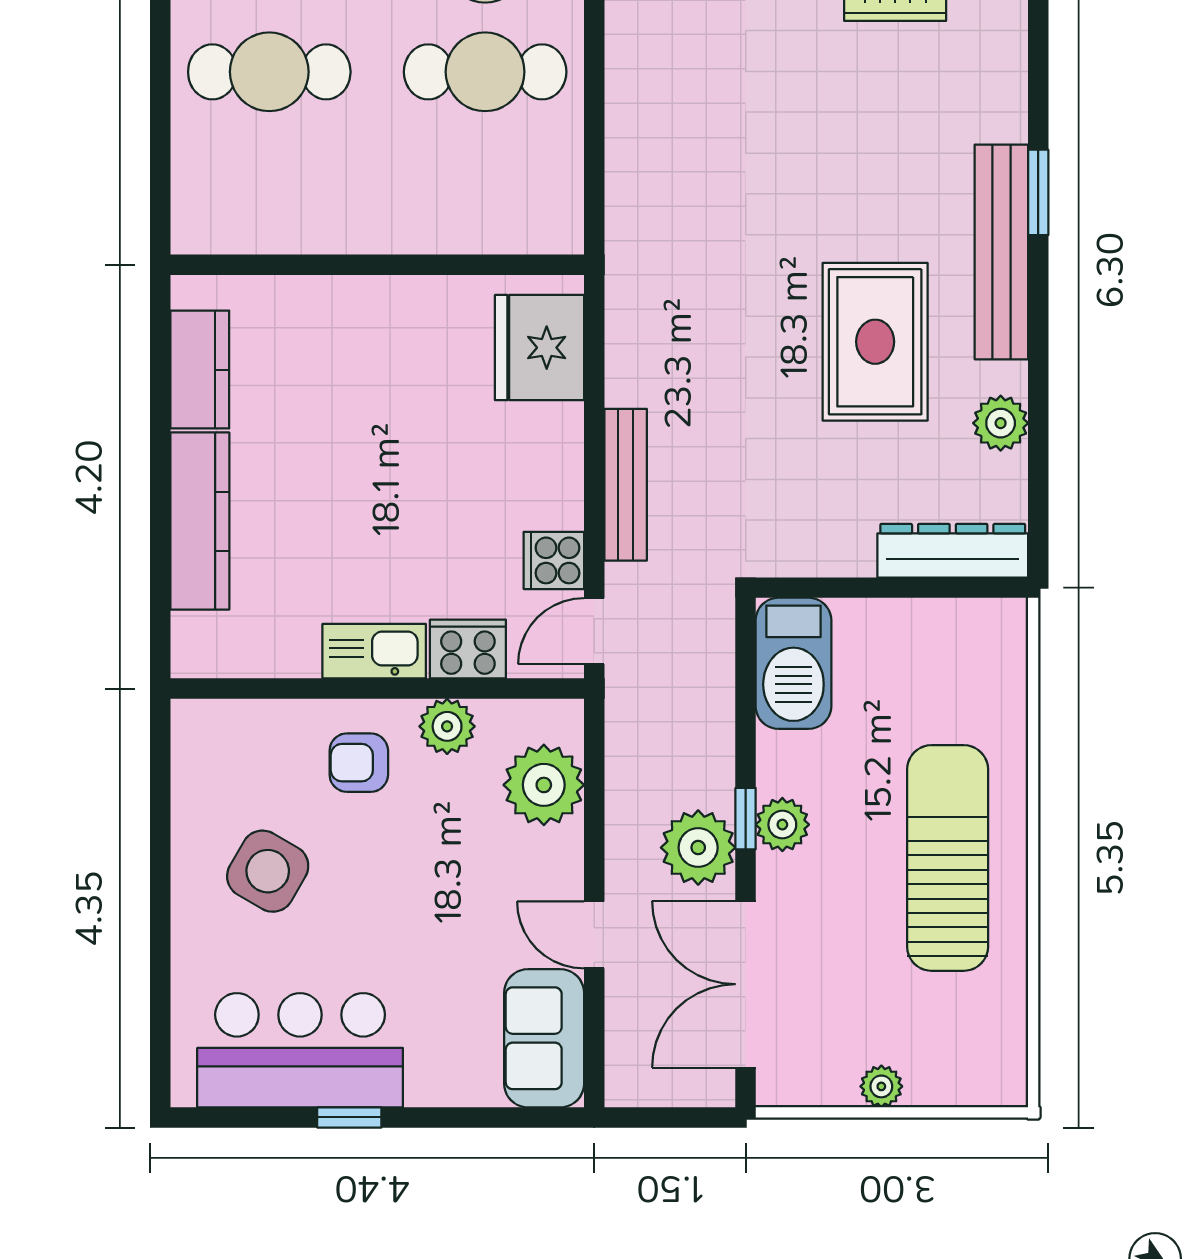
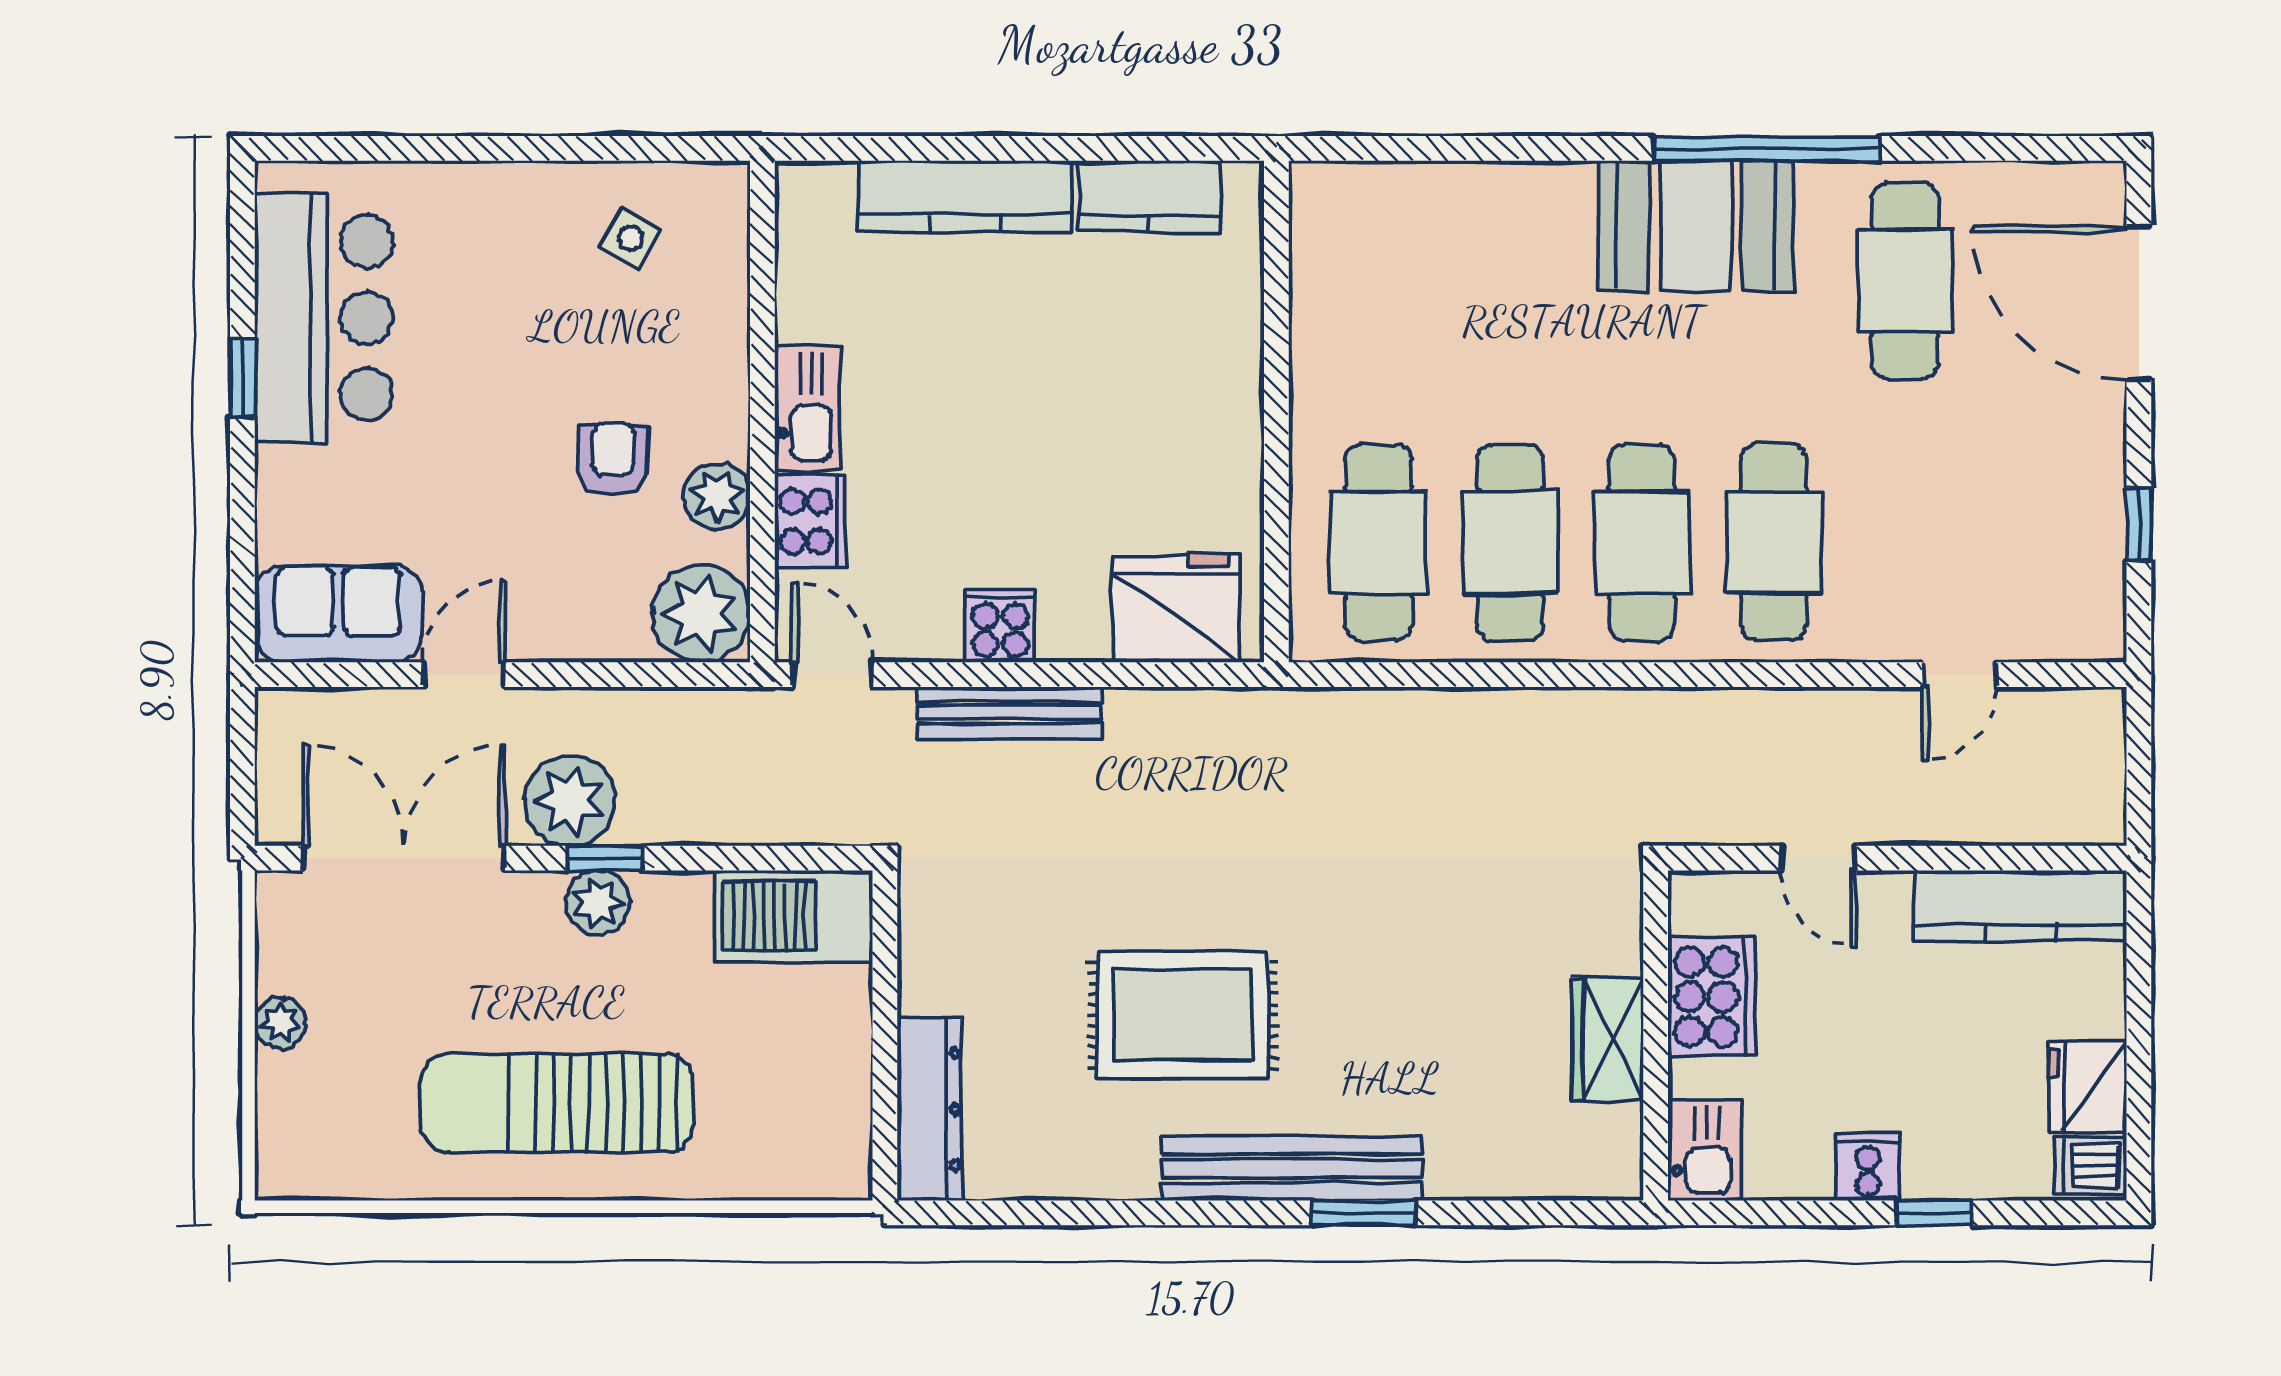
cafe table: (269, 72) -> (1378, 542), moved
plant: (1001, 423) -> (1084, 1167), removed
cooker: (554, 560) -> (1000, 626), moved
armchair: (359, 763) -> (613, 459), moved
plant: (544, 785) -> (701, 613), moved
sun lounger: (948, 858) -> (557, 1103), turned 180
side table: (268, 871) -> (630, 238), moved, width x0.54, depth x0.54

